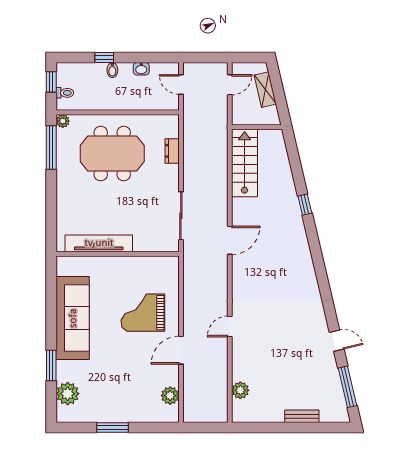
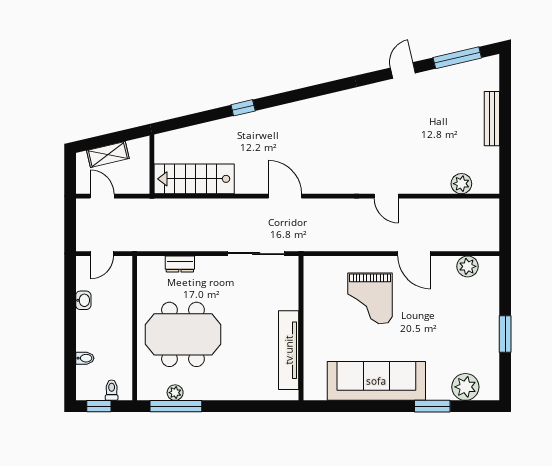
window: (104, 57) -> (70, 344), removed
bidet: (112, 70) -> (85, 358), moved
plant: (63, 121) -> (175, 393), moved
meeting table: (112, 154) -> (183, 334), turned 90
bench: (302, 416) -> (492, 119), width x1.36

